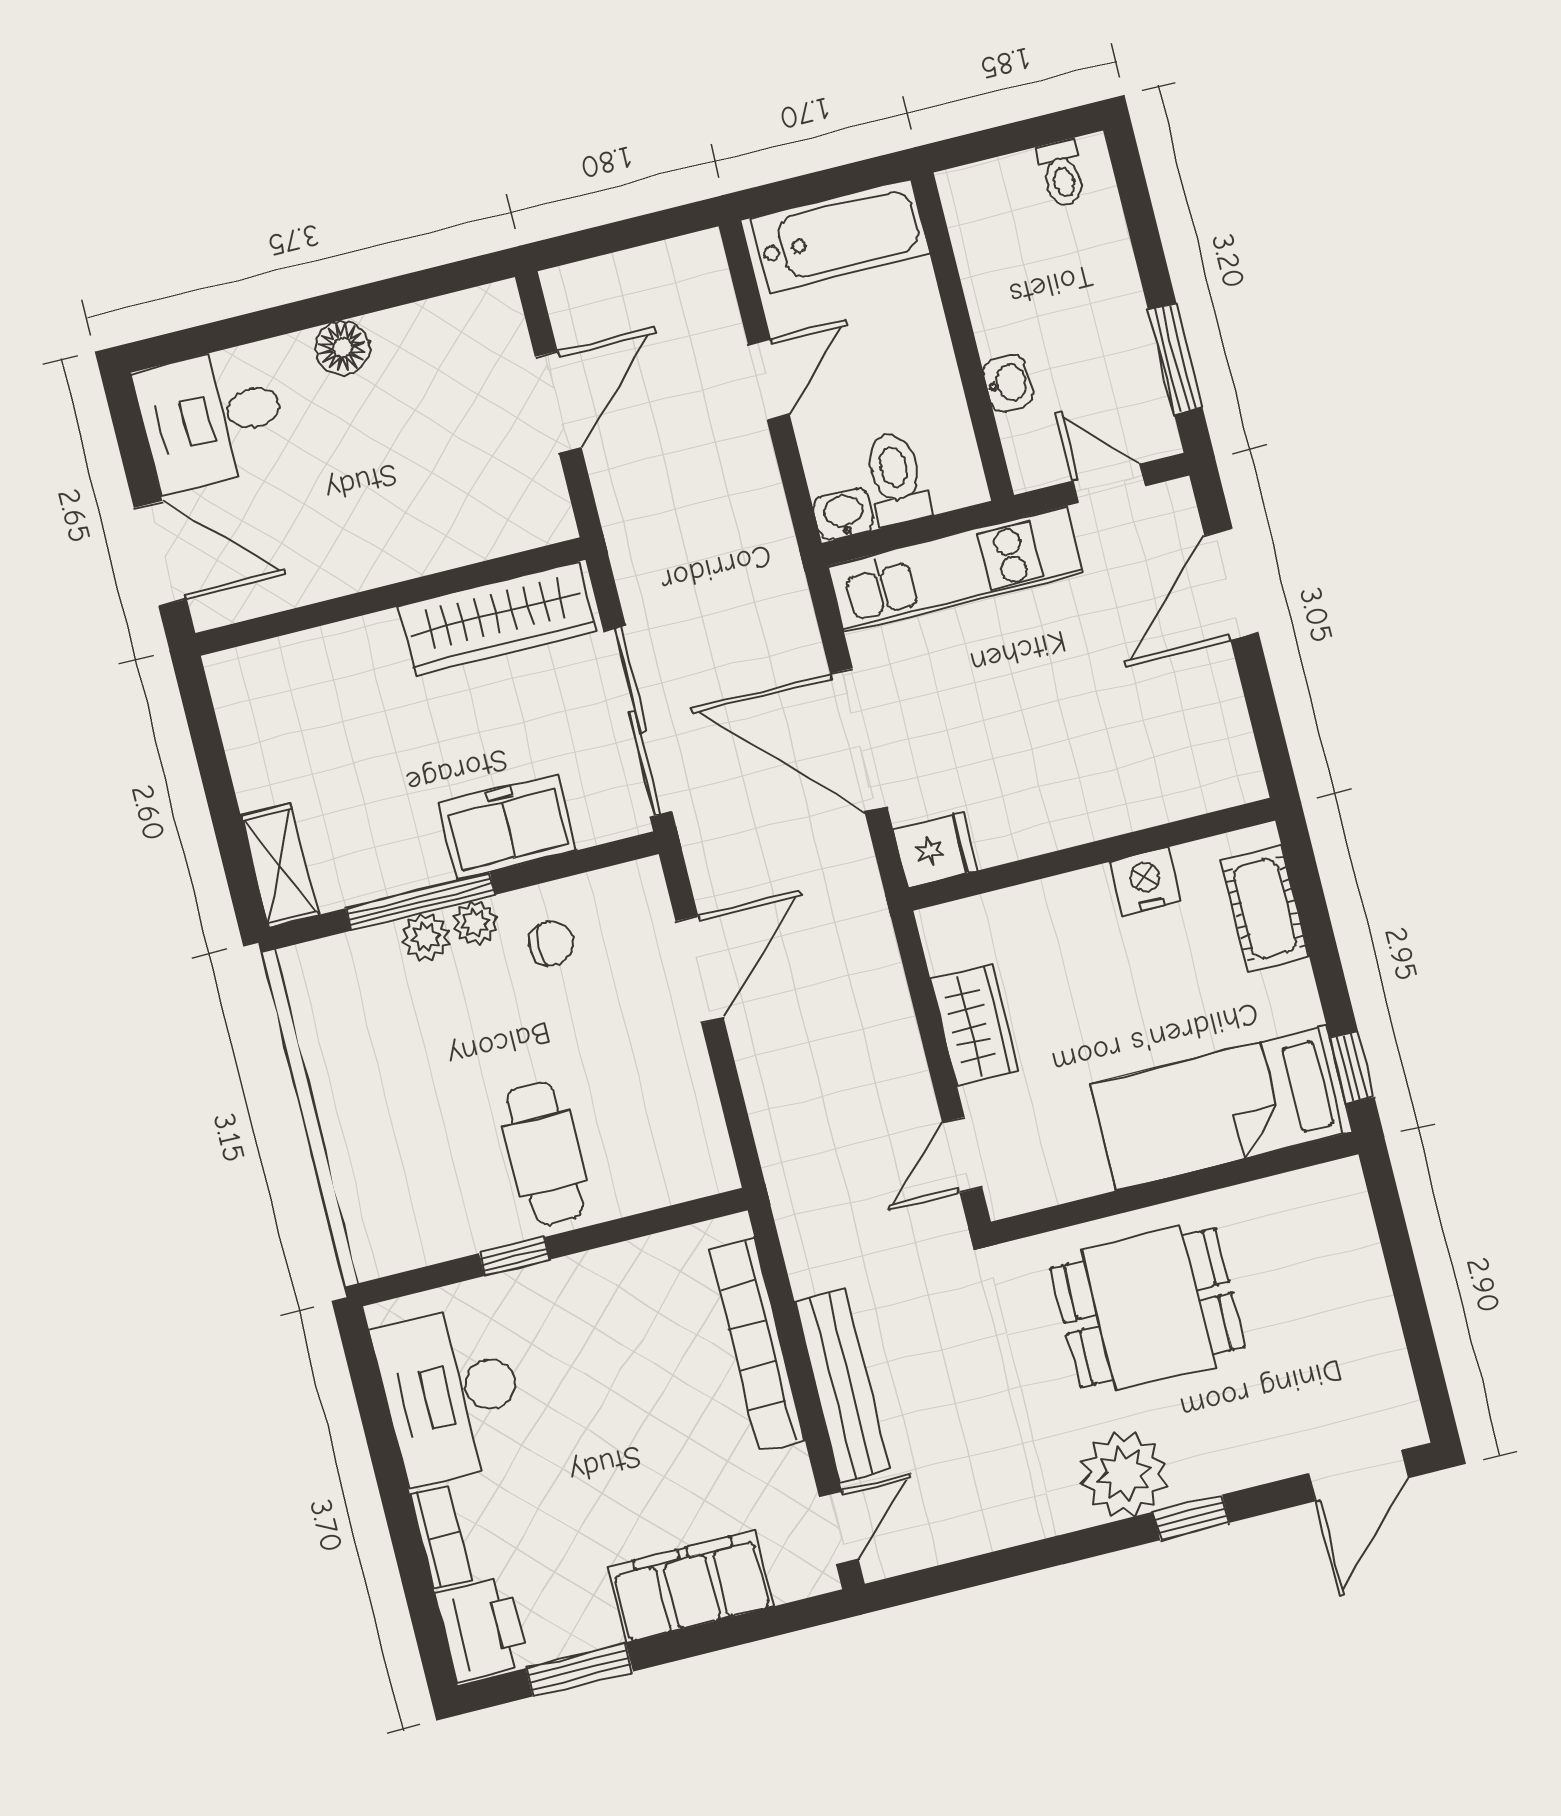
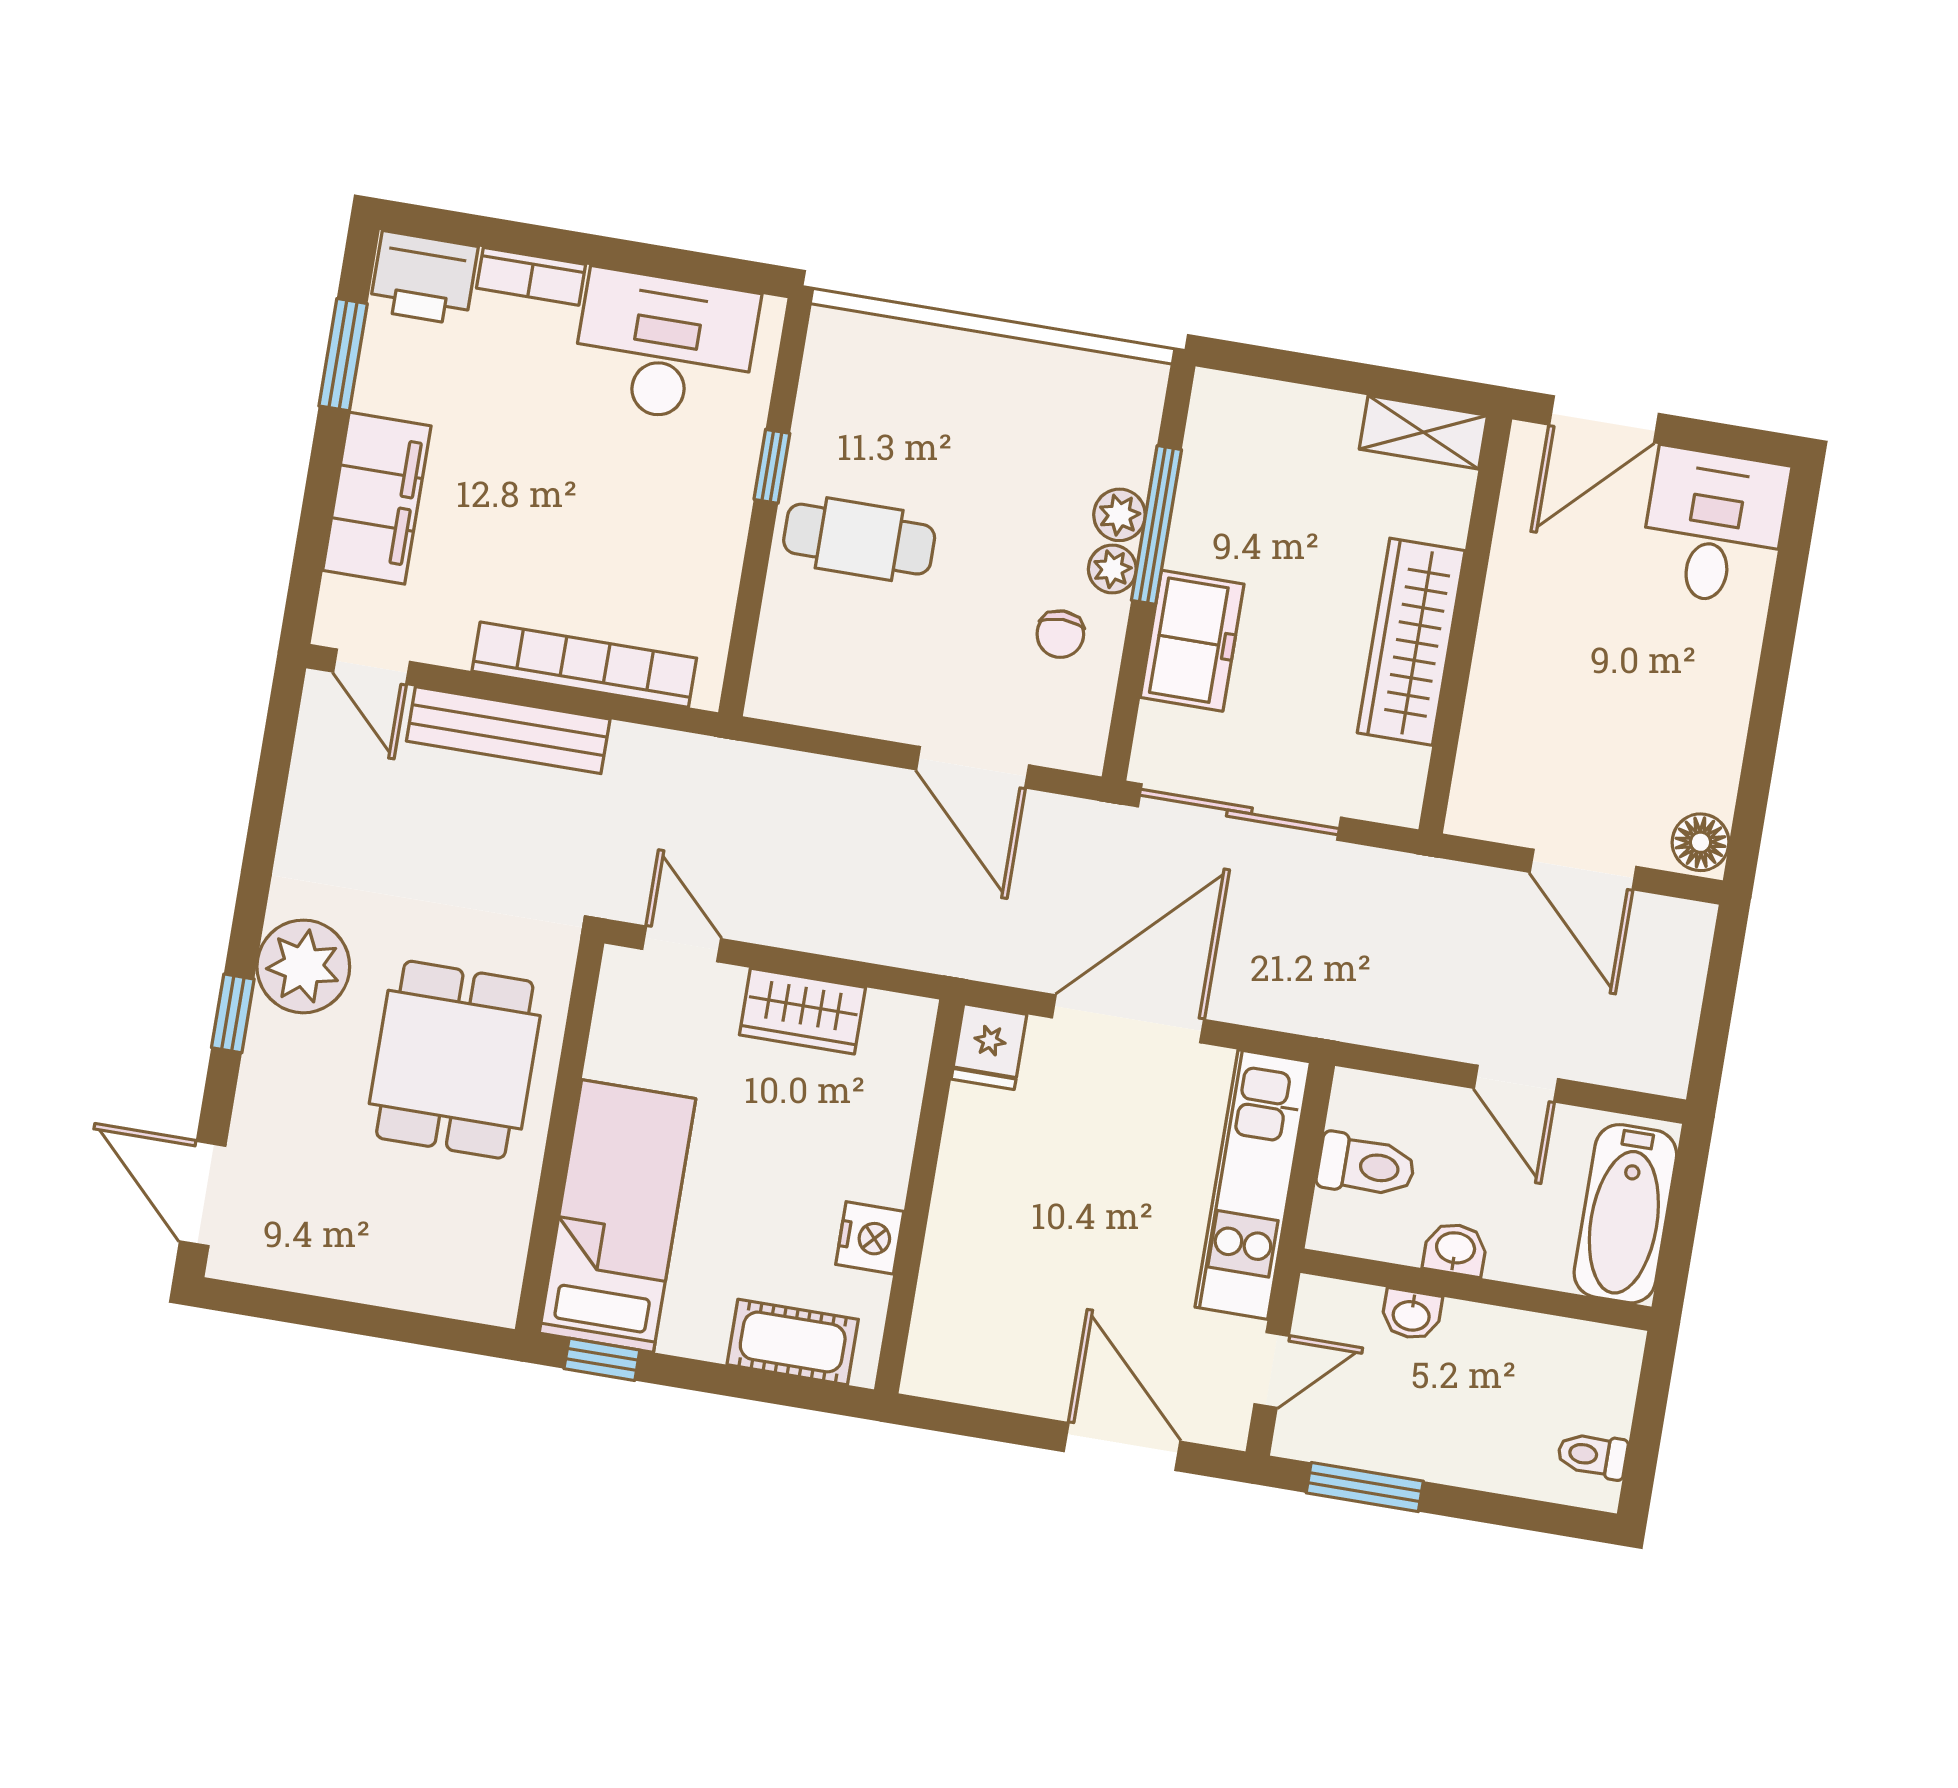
floor lamp: (342, 348) -> (1700, 842), moved
washbasin: (843, 514) -> (1455, 1249), moved, turned -90
wardrobe: (497, 619) -> (1411, 642), moved
shelving: (280, 865) -> (1423, 432), moved

